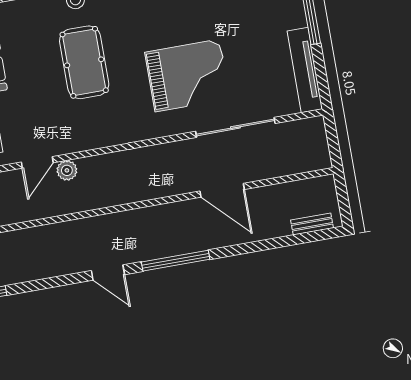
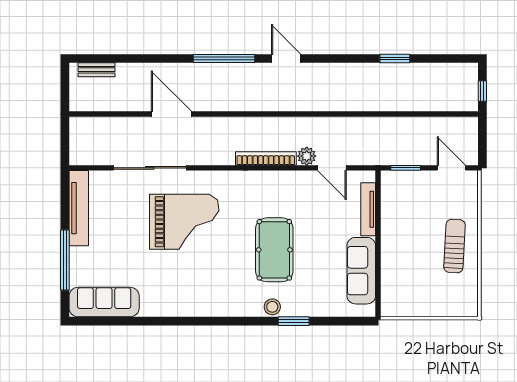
grand piano: (187, 76) -> (184, 222), turned 180
bookcase: (111, 160) -> (266, 158), added
door: (37, 162) -> (332, 168), swing flipped

